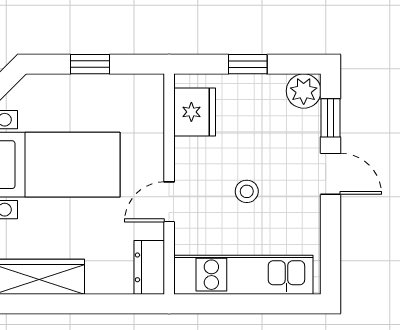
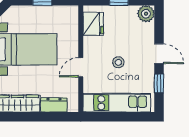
window: (331, 118) -> (159, 84), moved
dresser: (149, 267) -> (54, 105), moved, turned 90

